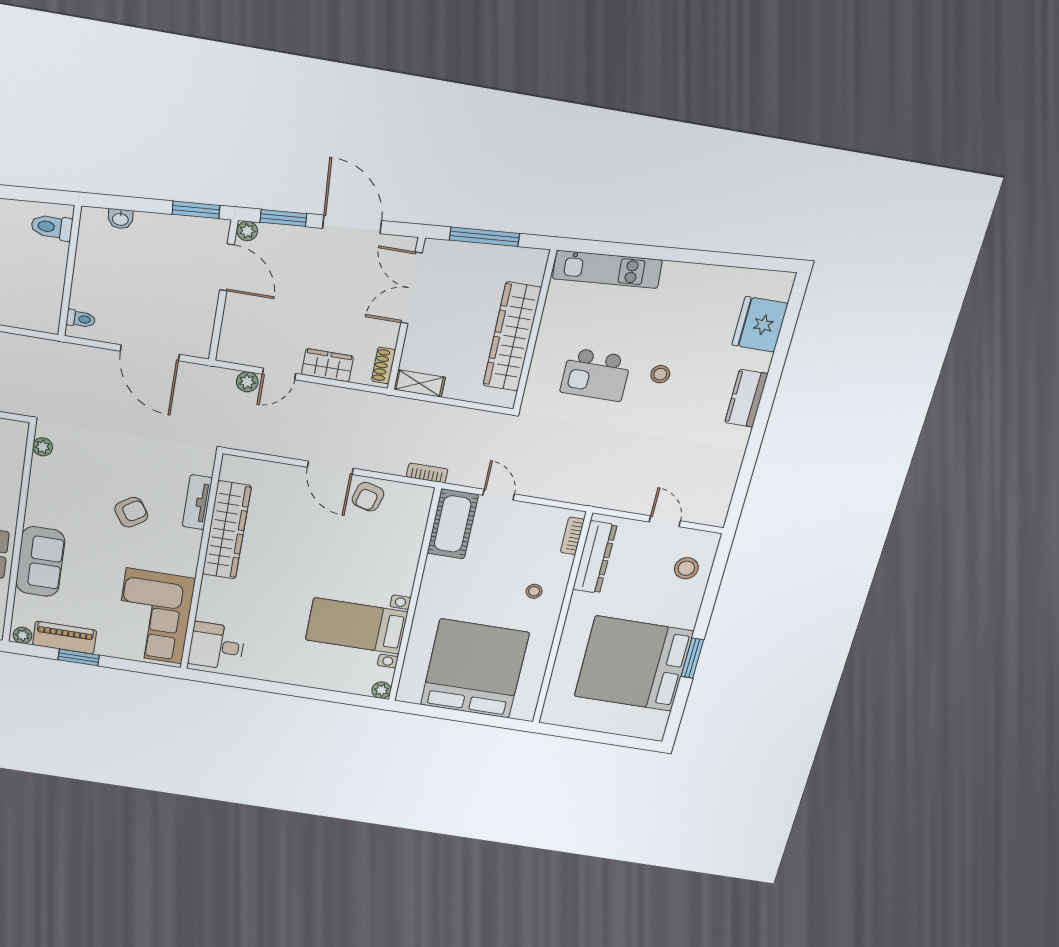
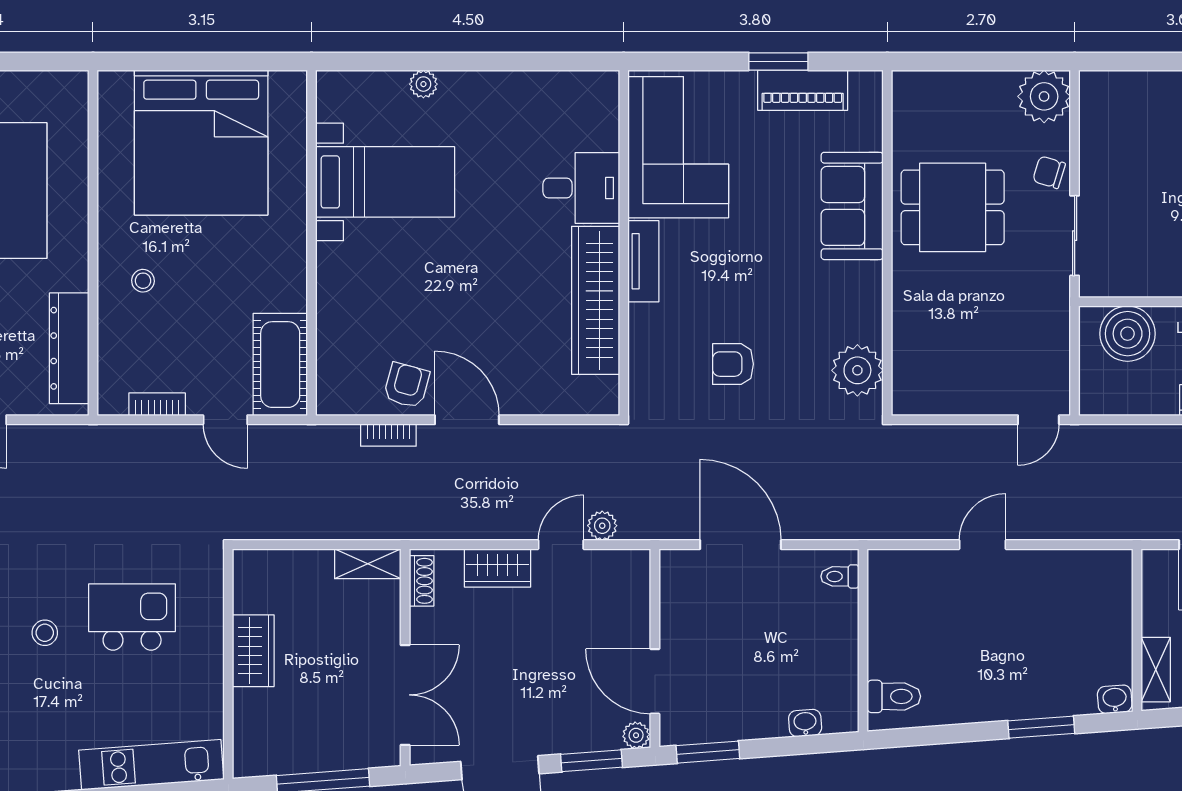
wardrobe: (512, 337) -> (253, 651), width x0.48, depth x0.85
plant: (43, 447) -> (857, 370), width x1.88, depth x1.88
bookcase: (427, 473) -> (388, 435), moved
tv unit: (197, 502) -> (643, 261), moved
armchair: (131, 512) -> (733, 364), moved, turned 34
bookcase: (572, 536) -> (157, 404), moved, turned -90
plant: (23, 635) -> (864, 84), removed
desk: (217, 646) -> (581, 188), moved
plant: (381, 690) -> (423, 84), moved

